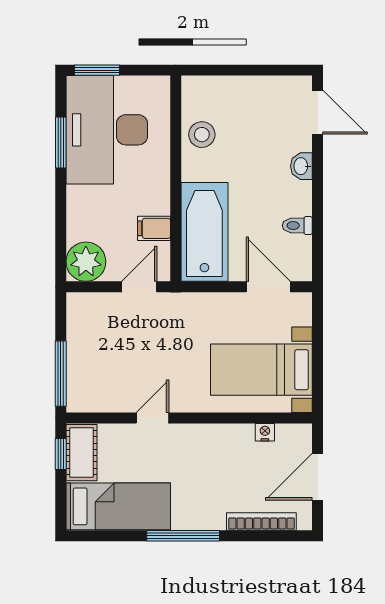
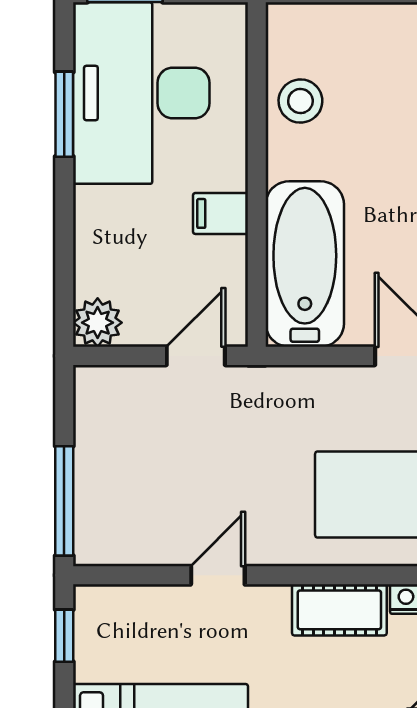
filing cabinet: (154, 228) -> (220, 213), moved
plant: (86, 262) -> (98, 323), width x0.73, depth x0.73
cot: (81, 453) -> (339, 610), moved, turned 90

